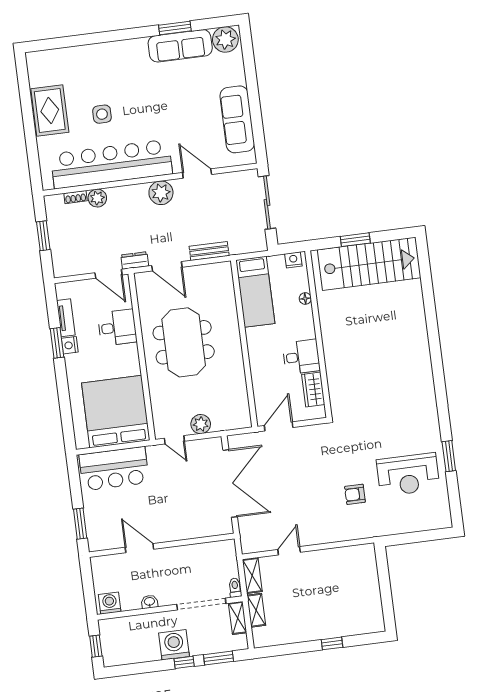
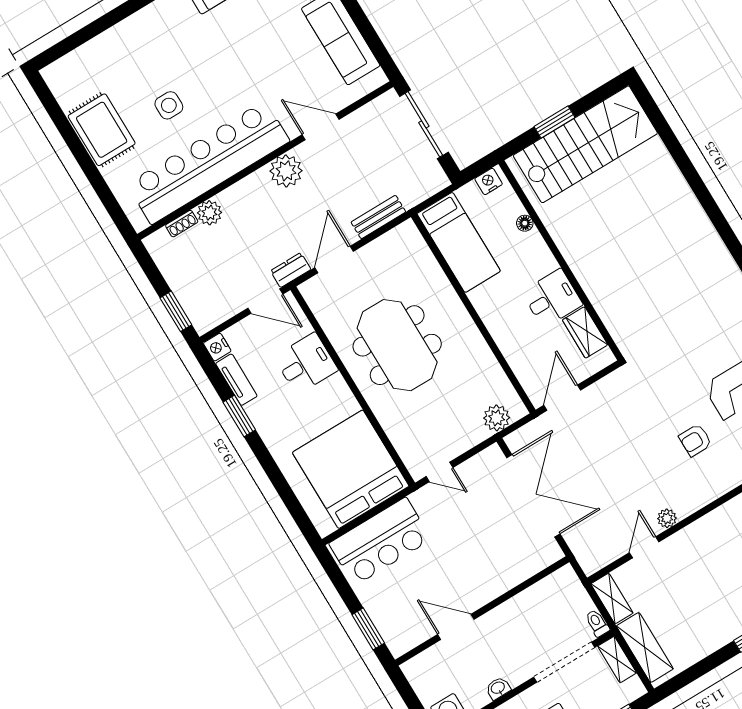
window: (43, 236) -> (176, 311), moved
door: (167, 266) -> (334, 260), swing flipped
nightstand: (70, 345) -> (217, 347), moved
plant: (201, 424) -> (497, 418), moved
plant: (313, 538) -> (667, 518), added
shelving: (256, 610) -> (645, 647), width x1.50, depth x1.33

